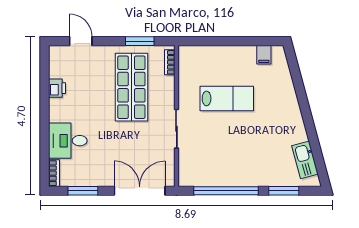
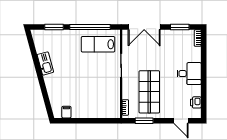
printer: (57, 88) -> (196, 102), moved
lab bench: (227, 98) -> (98, 44), moved
desk: (68, 141) -> (189, 74), moved
kitchen sink: (305, 160) -> (45, 63), moved

